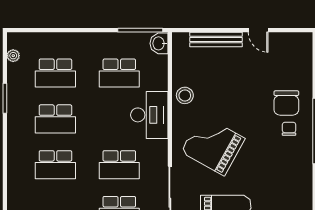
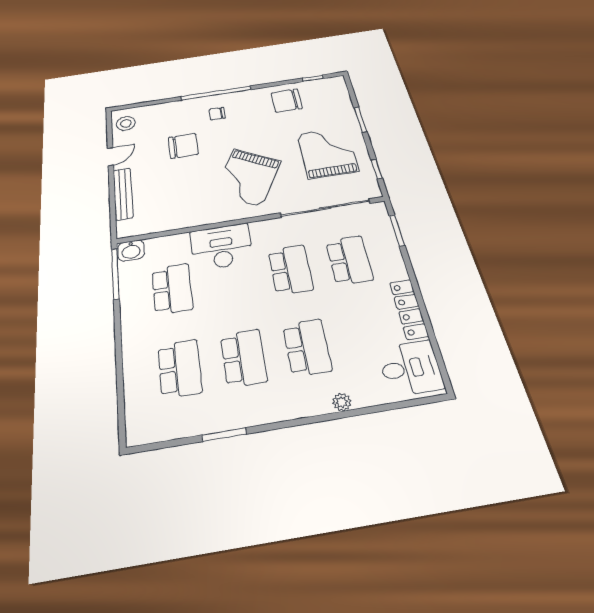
plant: (13, 56) -> (342, 402), moved
stool: (185, 95) -> (126, 123), moved
chair: (286, 103) -> (183, 146), moved
chair: (292, 194) -> (287, 101), added

